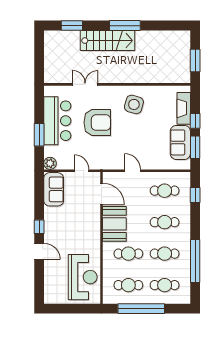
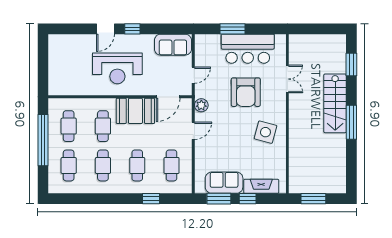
plant: (50, 163) -> (201, 105), moved
window: (195, 195) -> (151, 199), moved
window: (195, 261) -> (95, 199), removed
reception desk: (83, 277) -> (117, 68), moved

